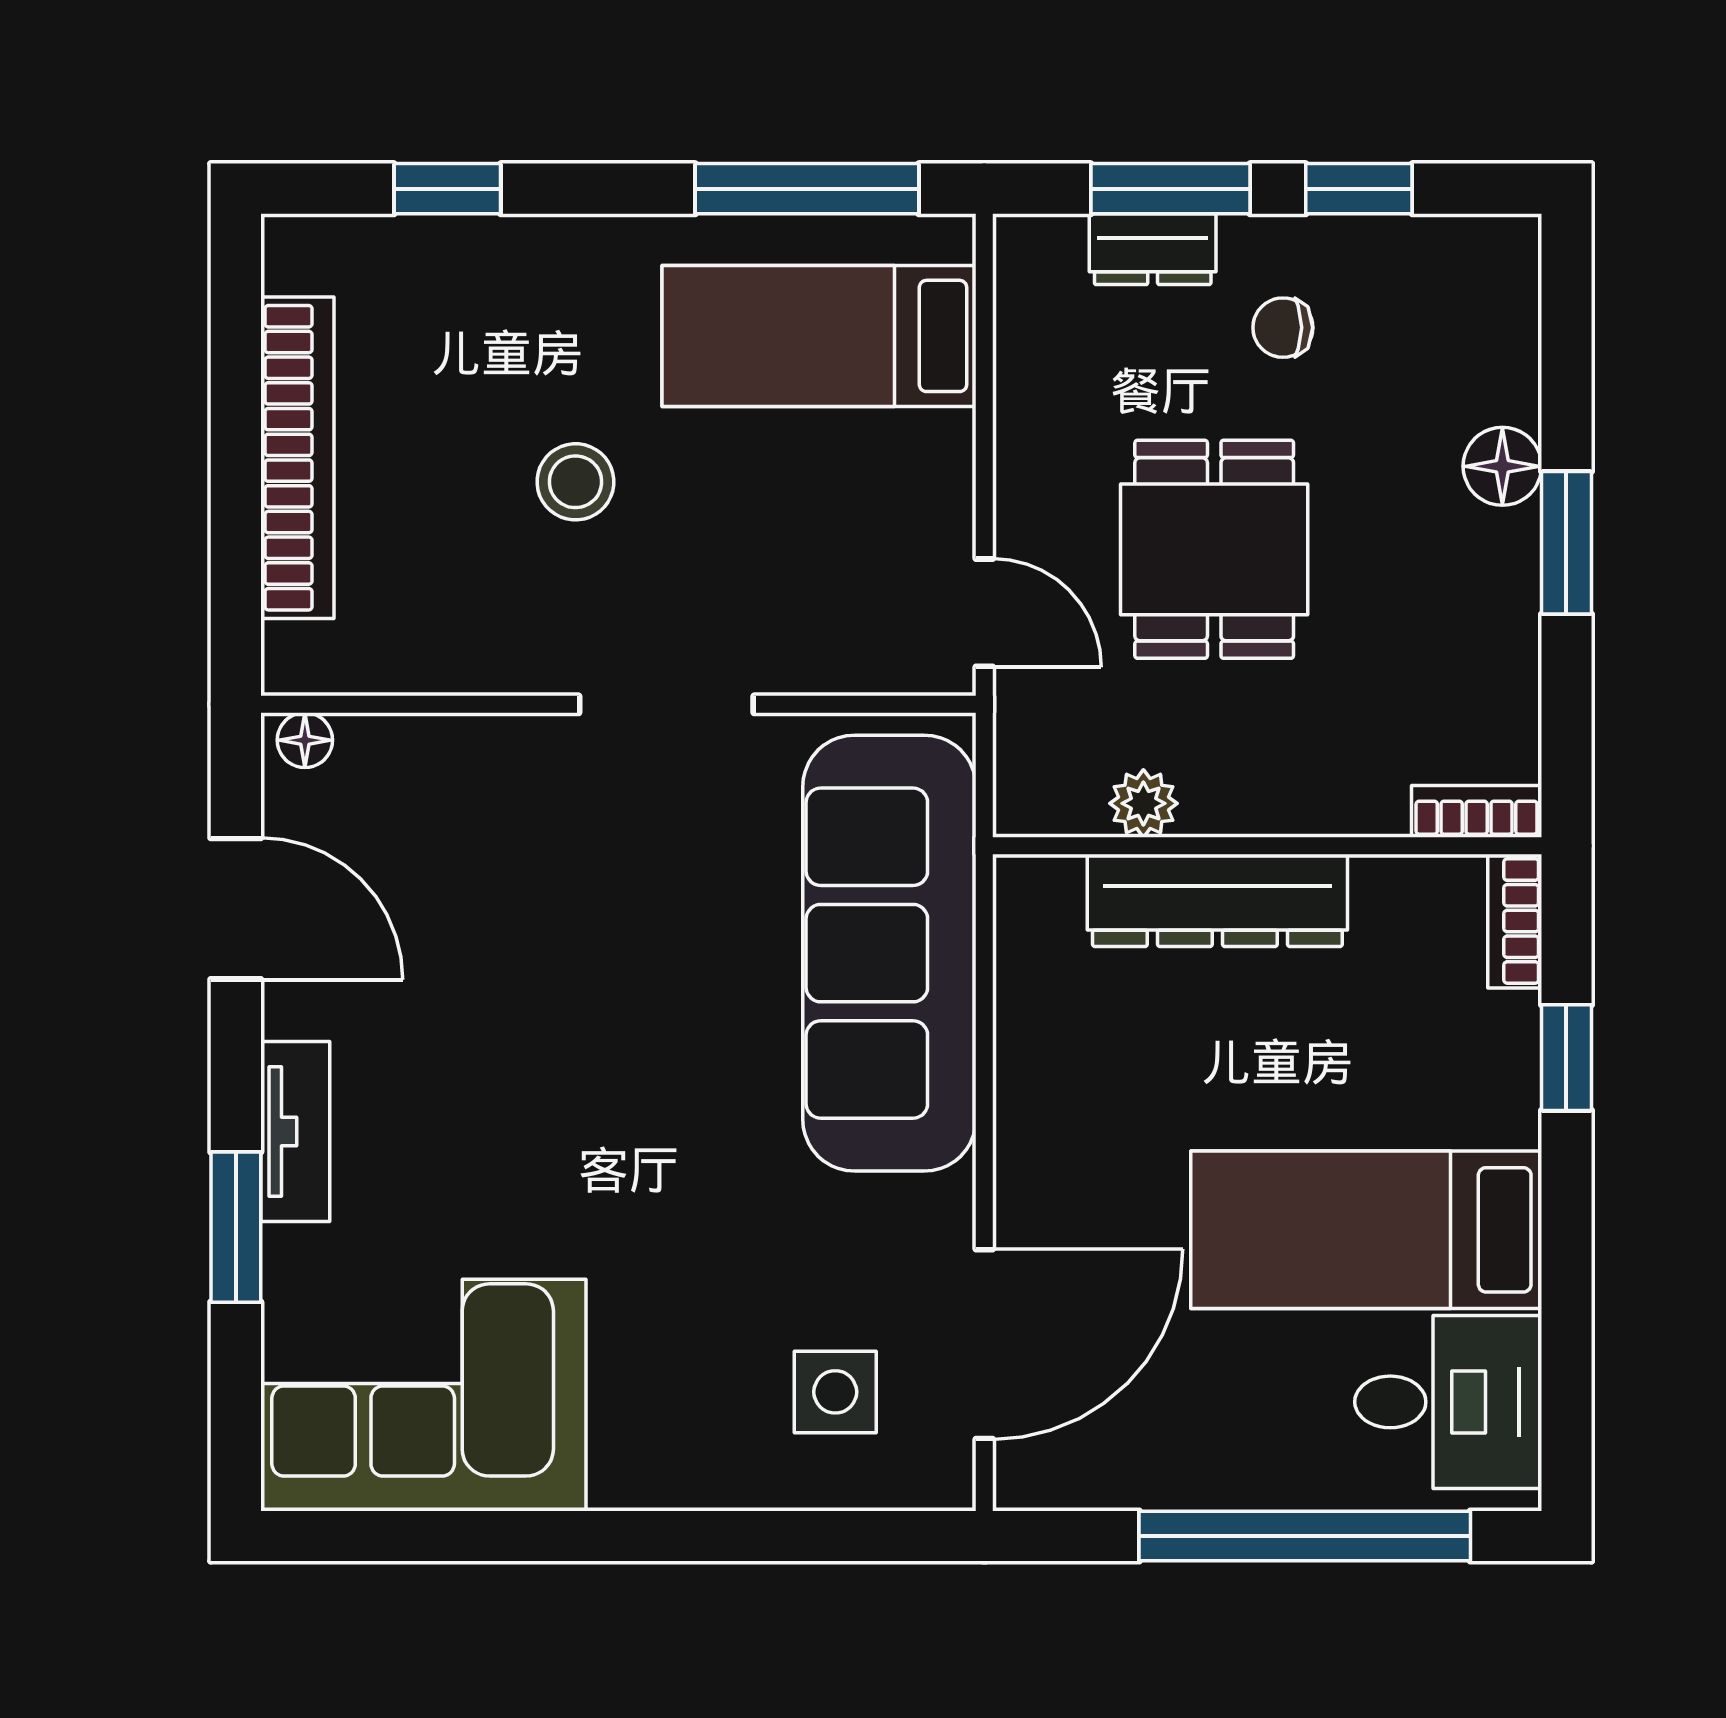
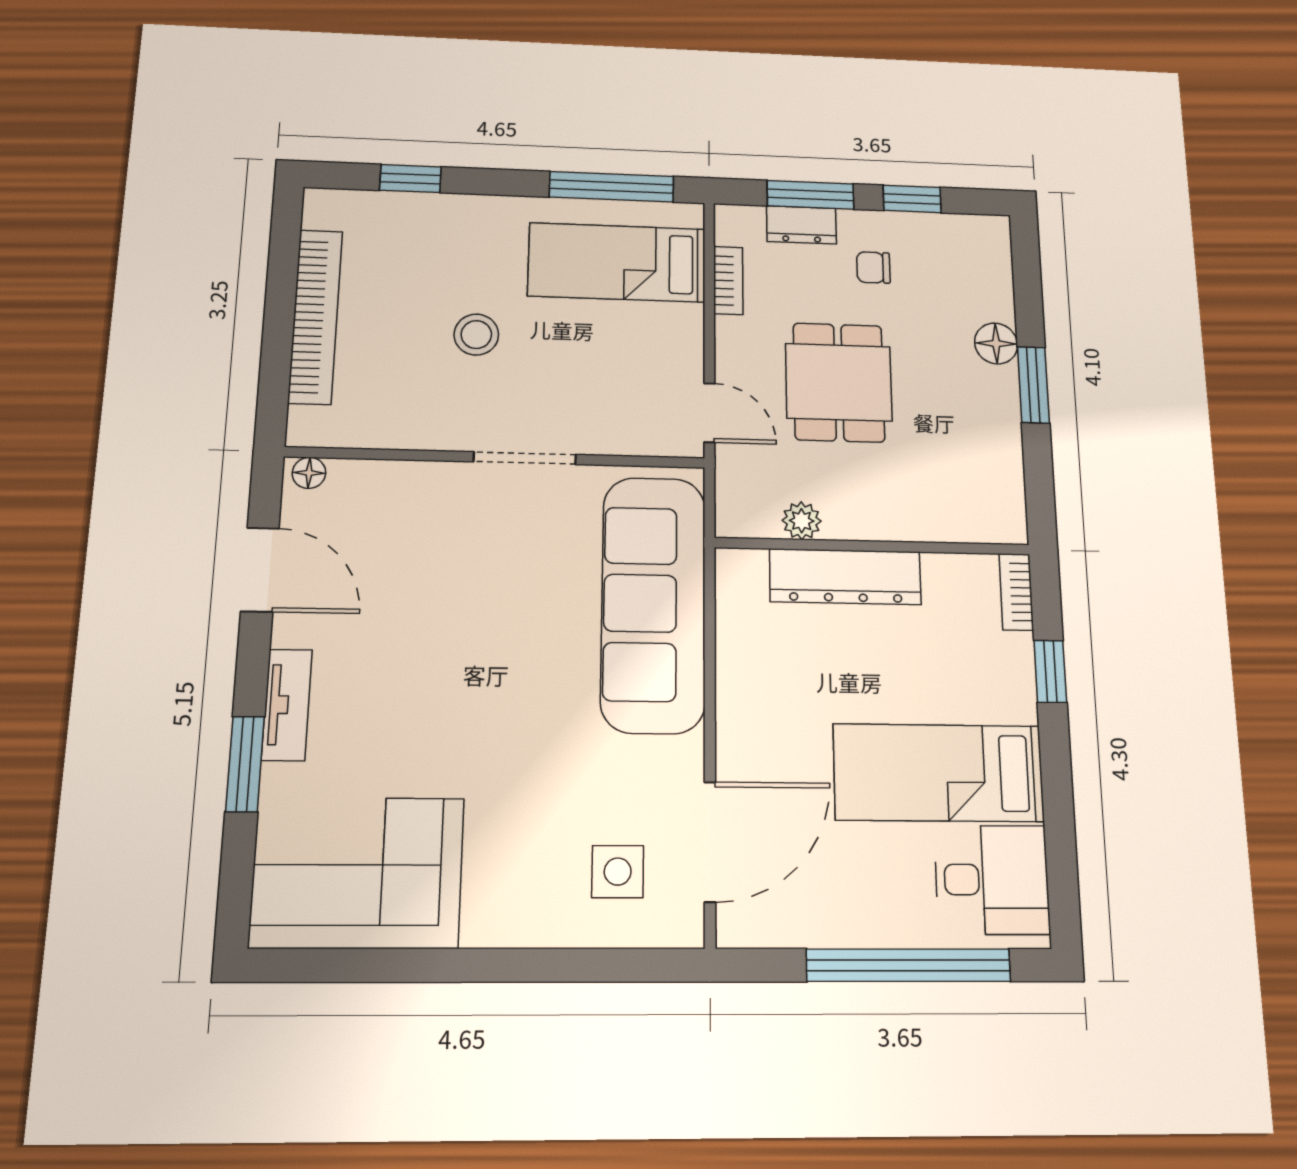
bookcase: (1477, 811) -> (728, 281), moved, turned 90

